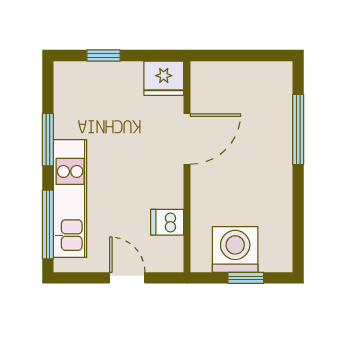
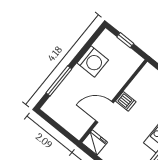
dishwasher: (167, 222) -> (126, 101), moved
washing machine: (235, 249) -> (93, 62), moved, turned -90

